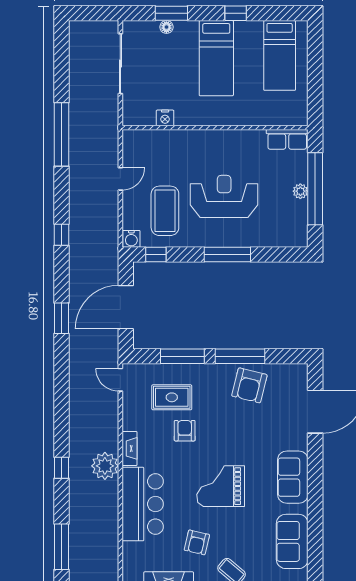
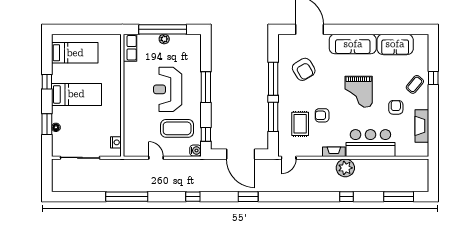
nightstand: (165, 118) -> (116, 142), moved
armchair: (249, 385) -> (304, 69), moved, turned 45
sofa: (293, 477) -> (353, 44), width x1.36
armchair: (197, 542) -> (396, 107), turned -103

